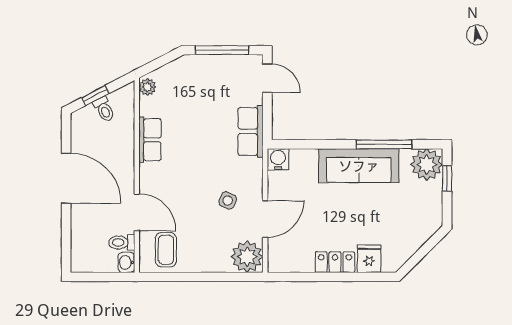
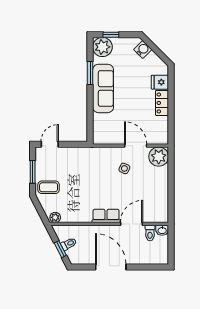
window: (222, 50) -> (33, 172), width x0.69
row of seats: (250, 131) -> (82, 155), removed
row of seats: (150, 140) -> (106, 216), moved
window: (384, 144) -> (90, 73), width x0.69
water cooler: (278, 159) -> (143, 50), moved, turned 135
door: (66, 178) -> (111, 267), hinge flipped
coffee table: (166, 250) -> (49, 187), moved

